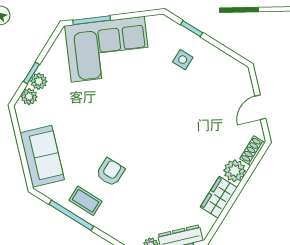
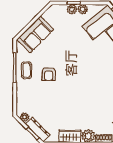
plant: (29, 97) -> (83, 9), moved
armchair: (110, 172) -> (49, 74), turned 90

